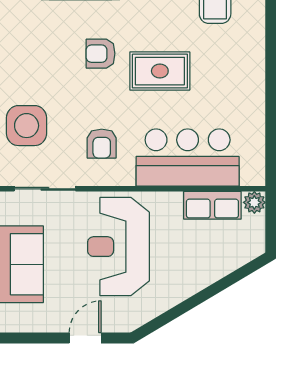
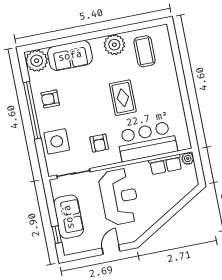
armchair: (101, 54) -> (50, 99), moved
rug: (160, 71) -> (123, 98), turned 90
reception desk: (119, 247) -> (119, 197), turned 180

